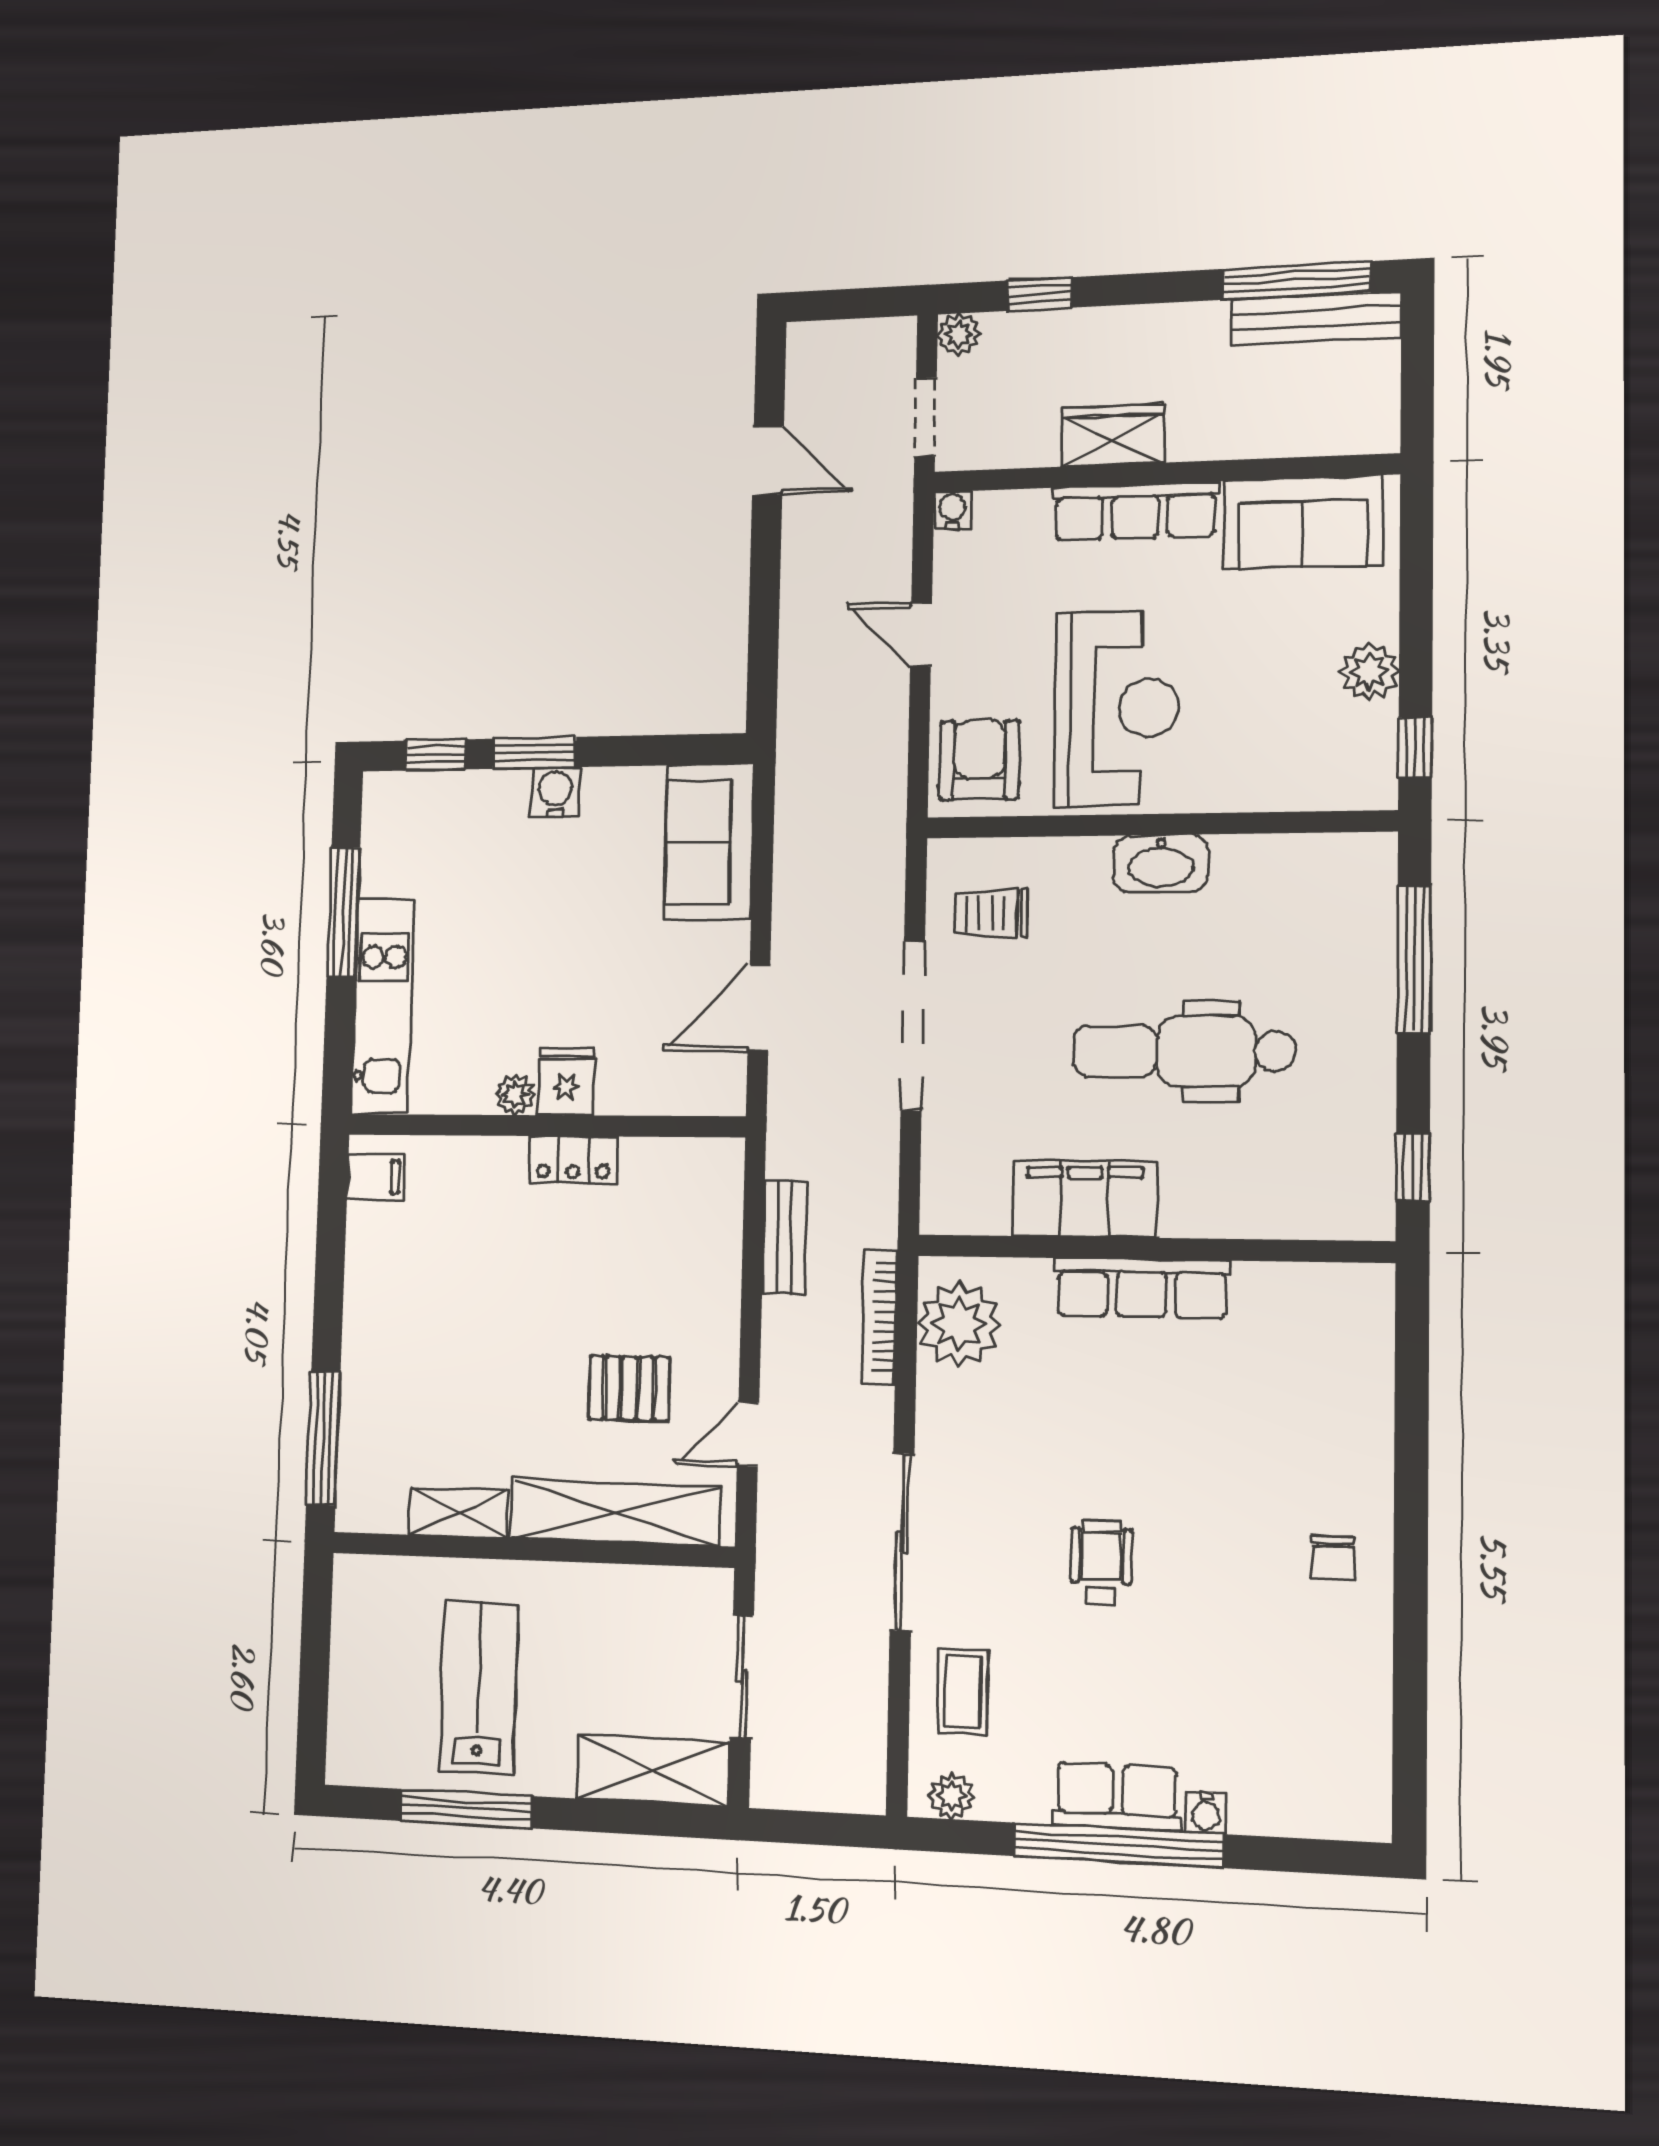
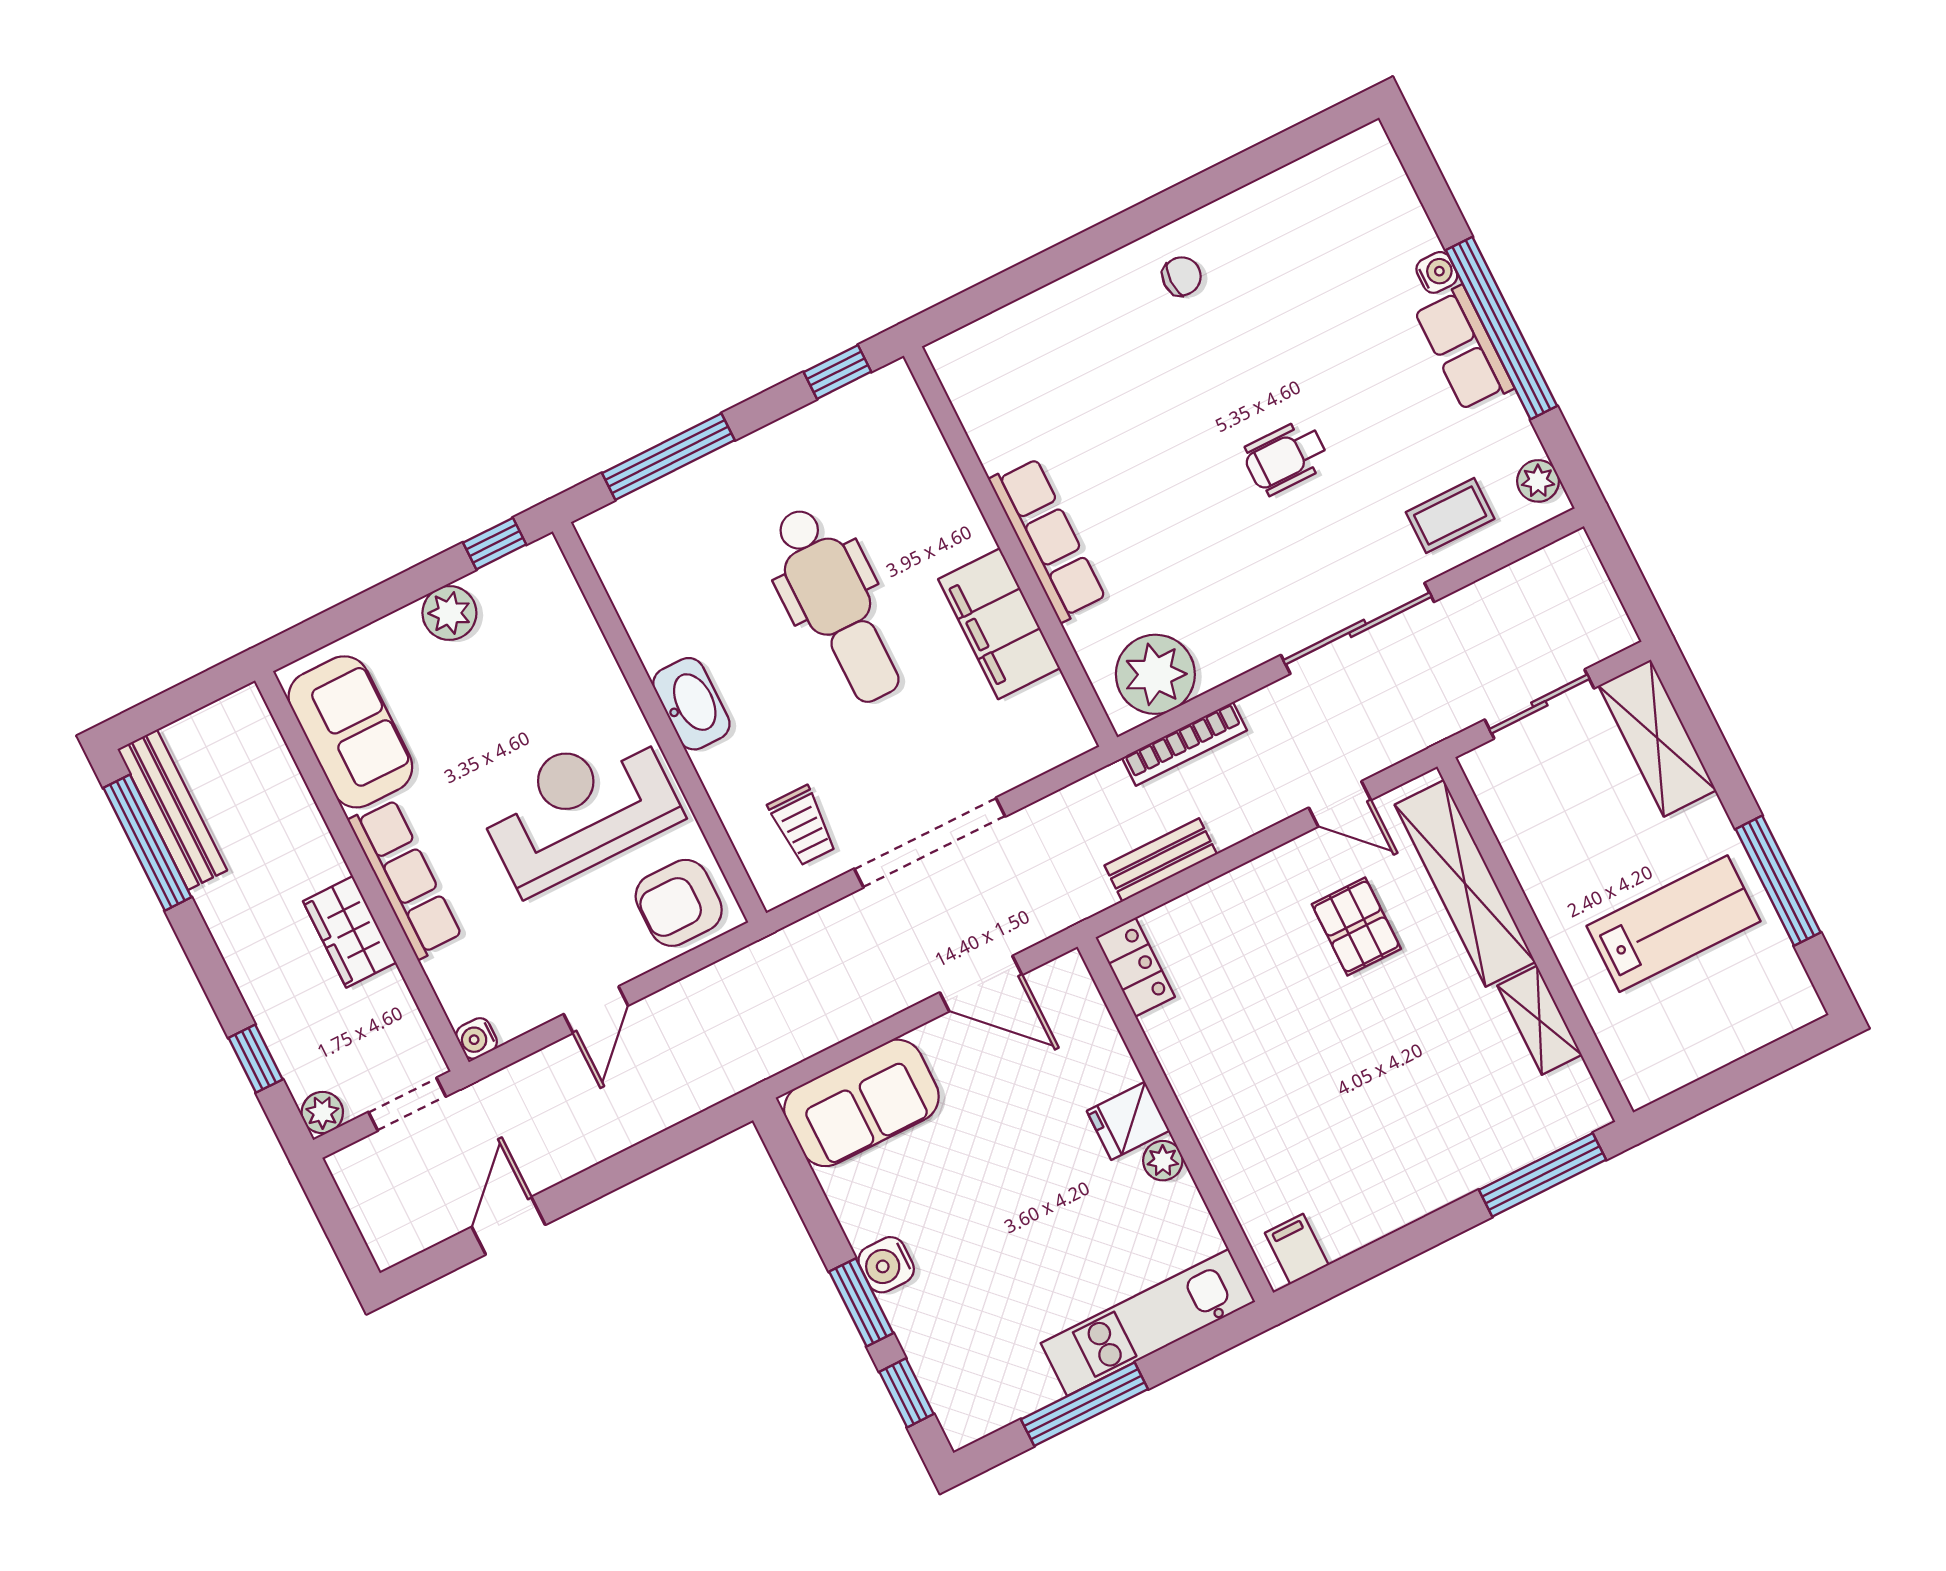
locker: (573, 1160) -> (1135, 967), moved
lab bench: (479, 1688) -> (1673, 924), turned 180

